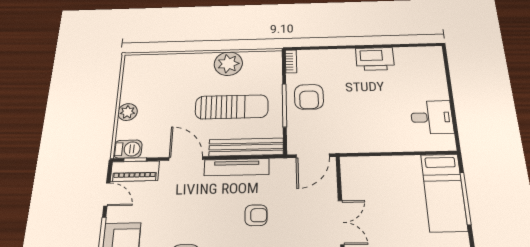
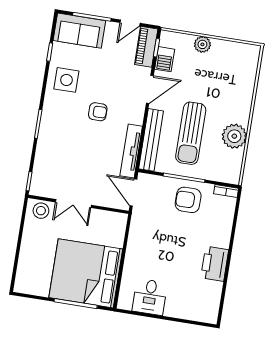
barbecue: (128, 149) -> (165, 59), moved
tv unit: (237, 167) -> (131, 151), moved
bed: (444, 192) -> (86, 273), width x2.04
armchair: (256, 215) -> (98, 112), moved, turned -90

